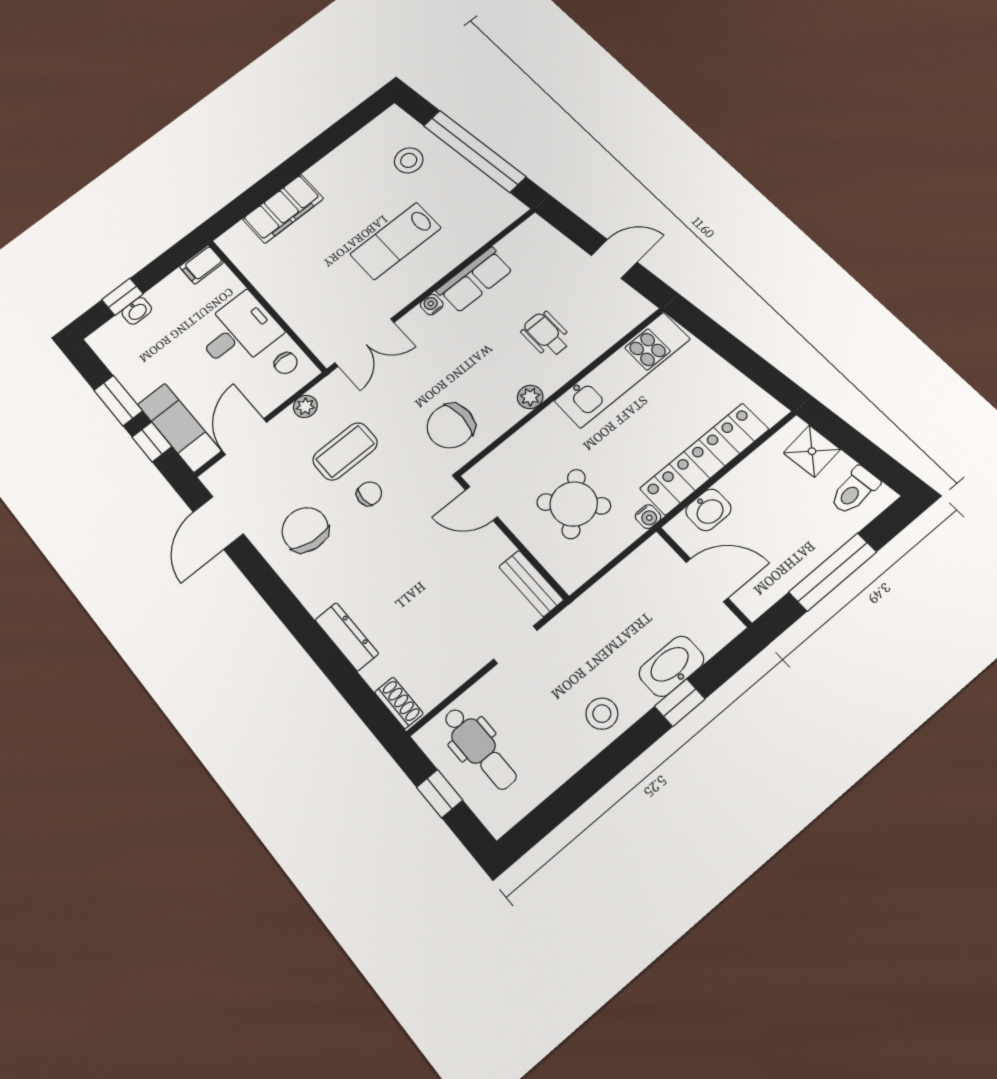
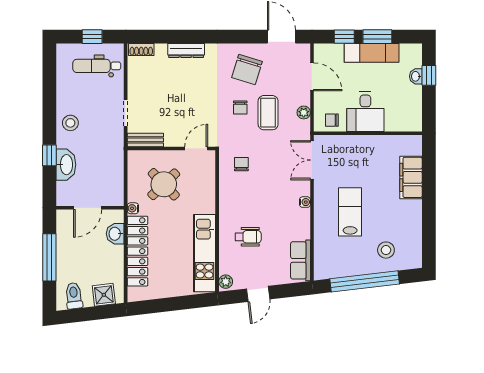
filing cabinet: (201, 265) -> (414, 121), removed
row of seats: (475, 280) -> (301, 260), moved
plant: (530, 397) -> (226, 282), moved
chair: (451, 426) -> (241, 164), width x0.54, depth x0.54
exam couch: (179, 428) -> (372, 53), moved
chair: (305, 530) -> (247, 70), turned 99

